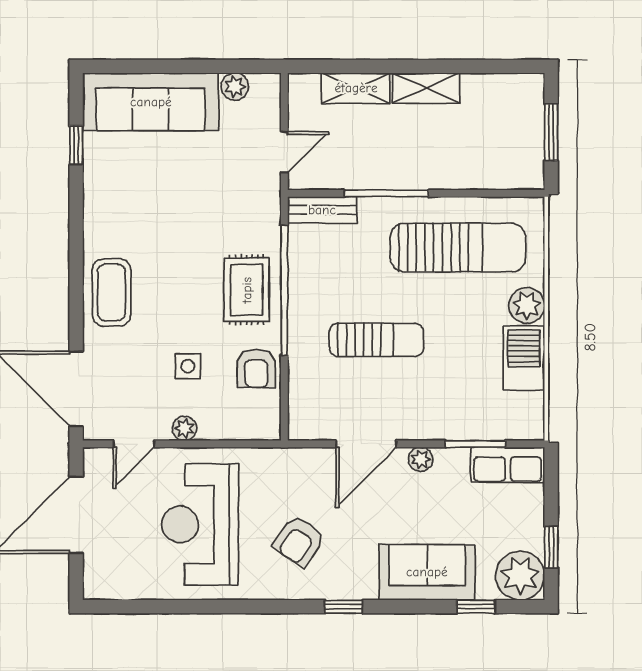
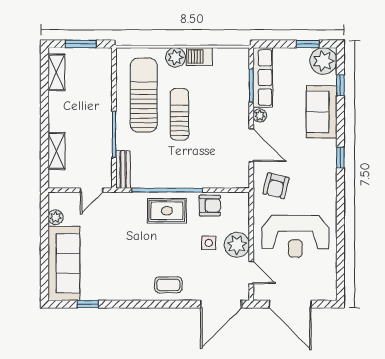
shelving: (426, 88) -> (56, 72), moved
door: (284, 152) -> (92, 190), swing flipped
coffee table: (111, 292) -> (168, 285), width x0.73, depth x0.77
sun lounger: (376, 340) -> (180, 114), moved
barbecue: (524, 358) -> (199, 57), width x0.73, depth x0.79
plant: (185, 428) -> (237, 245), width x1.88, depth x1.88
row of seats: (508, 465) -> (263, 77), width x1.48
armchair: (299, 541) -> (276, 186), moved, turned 69

